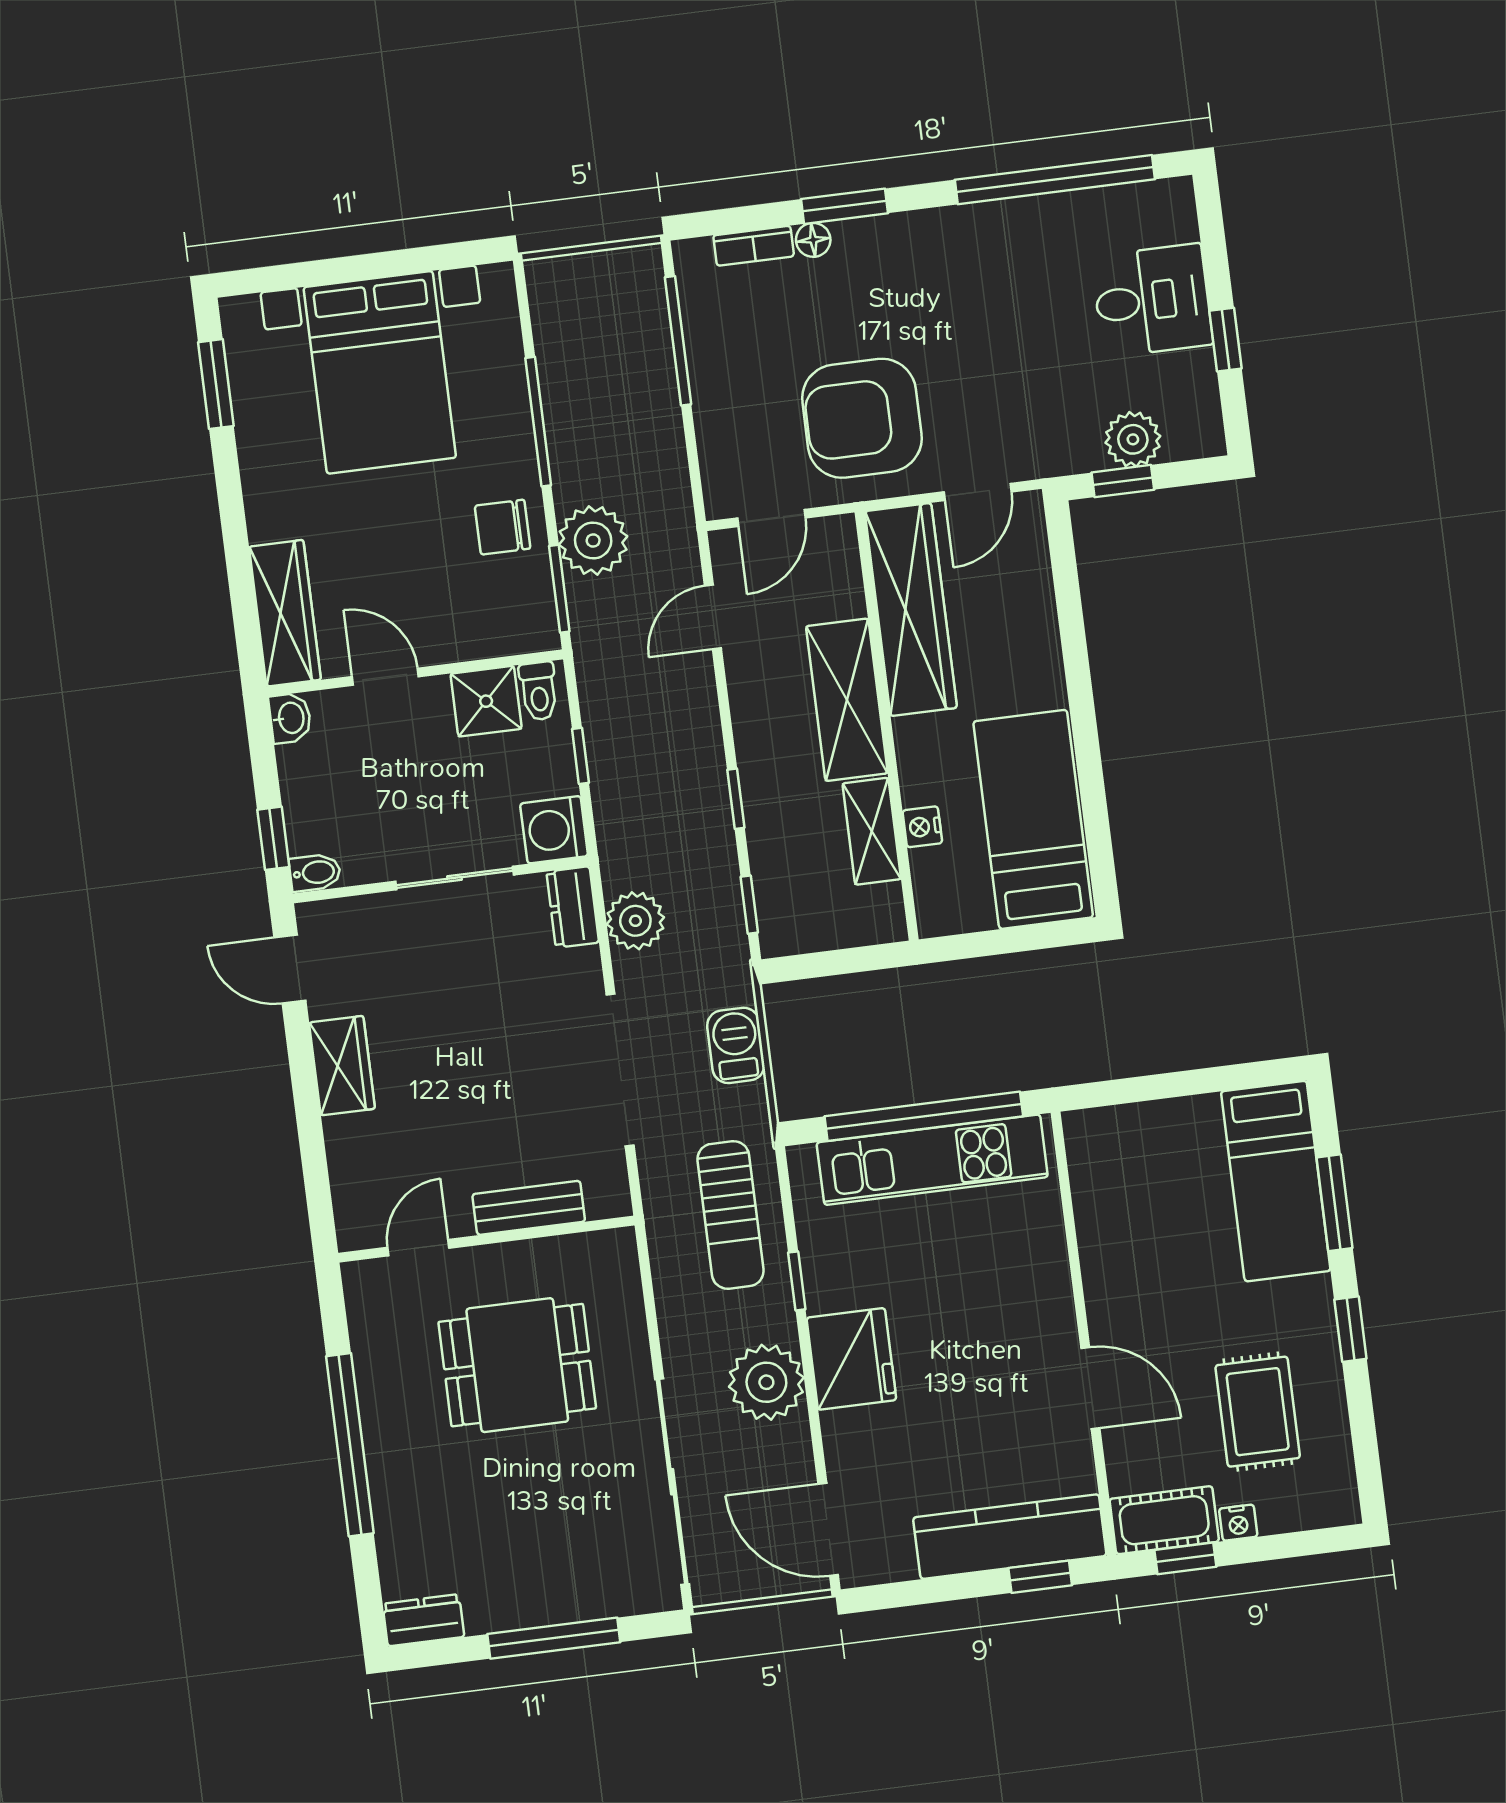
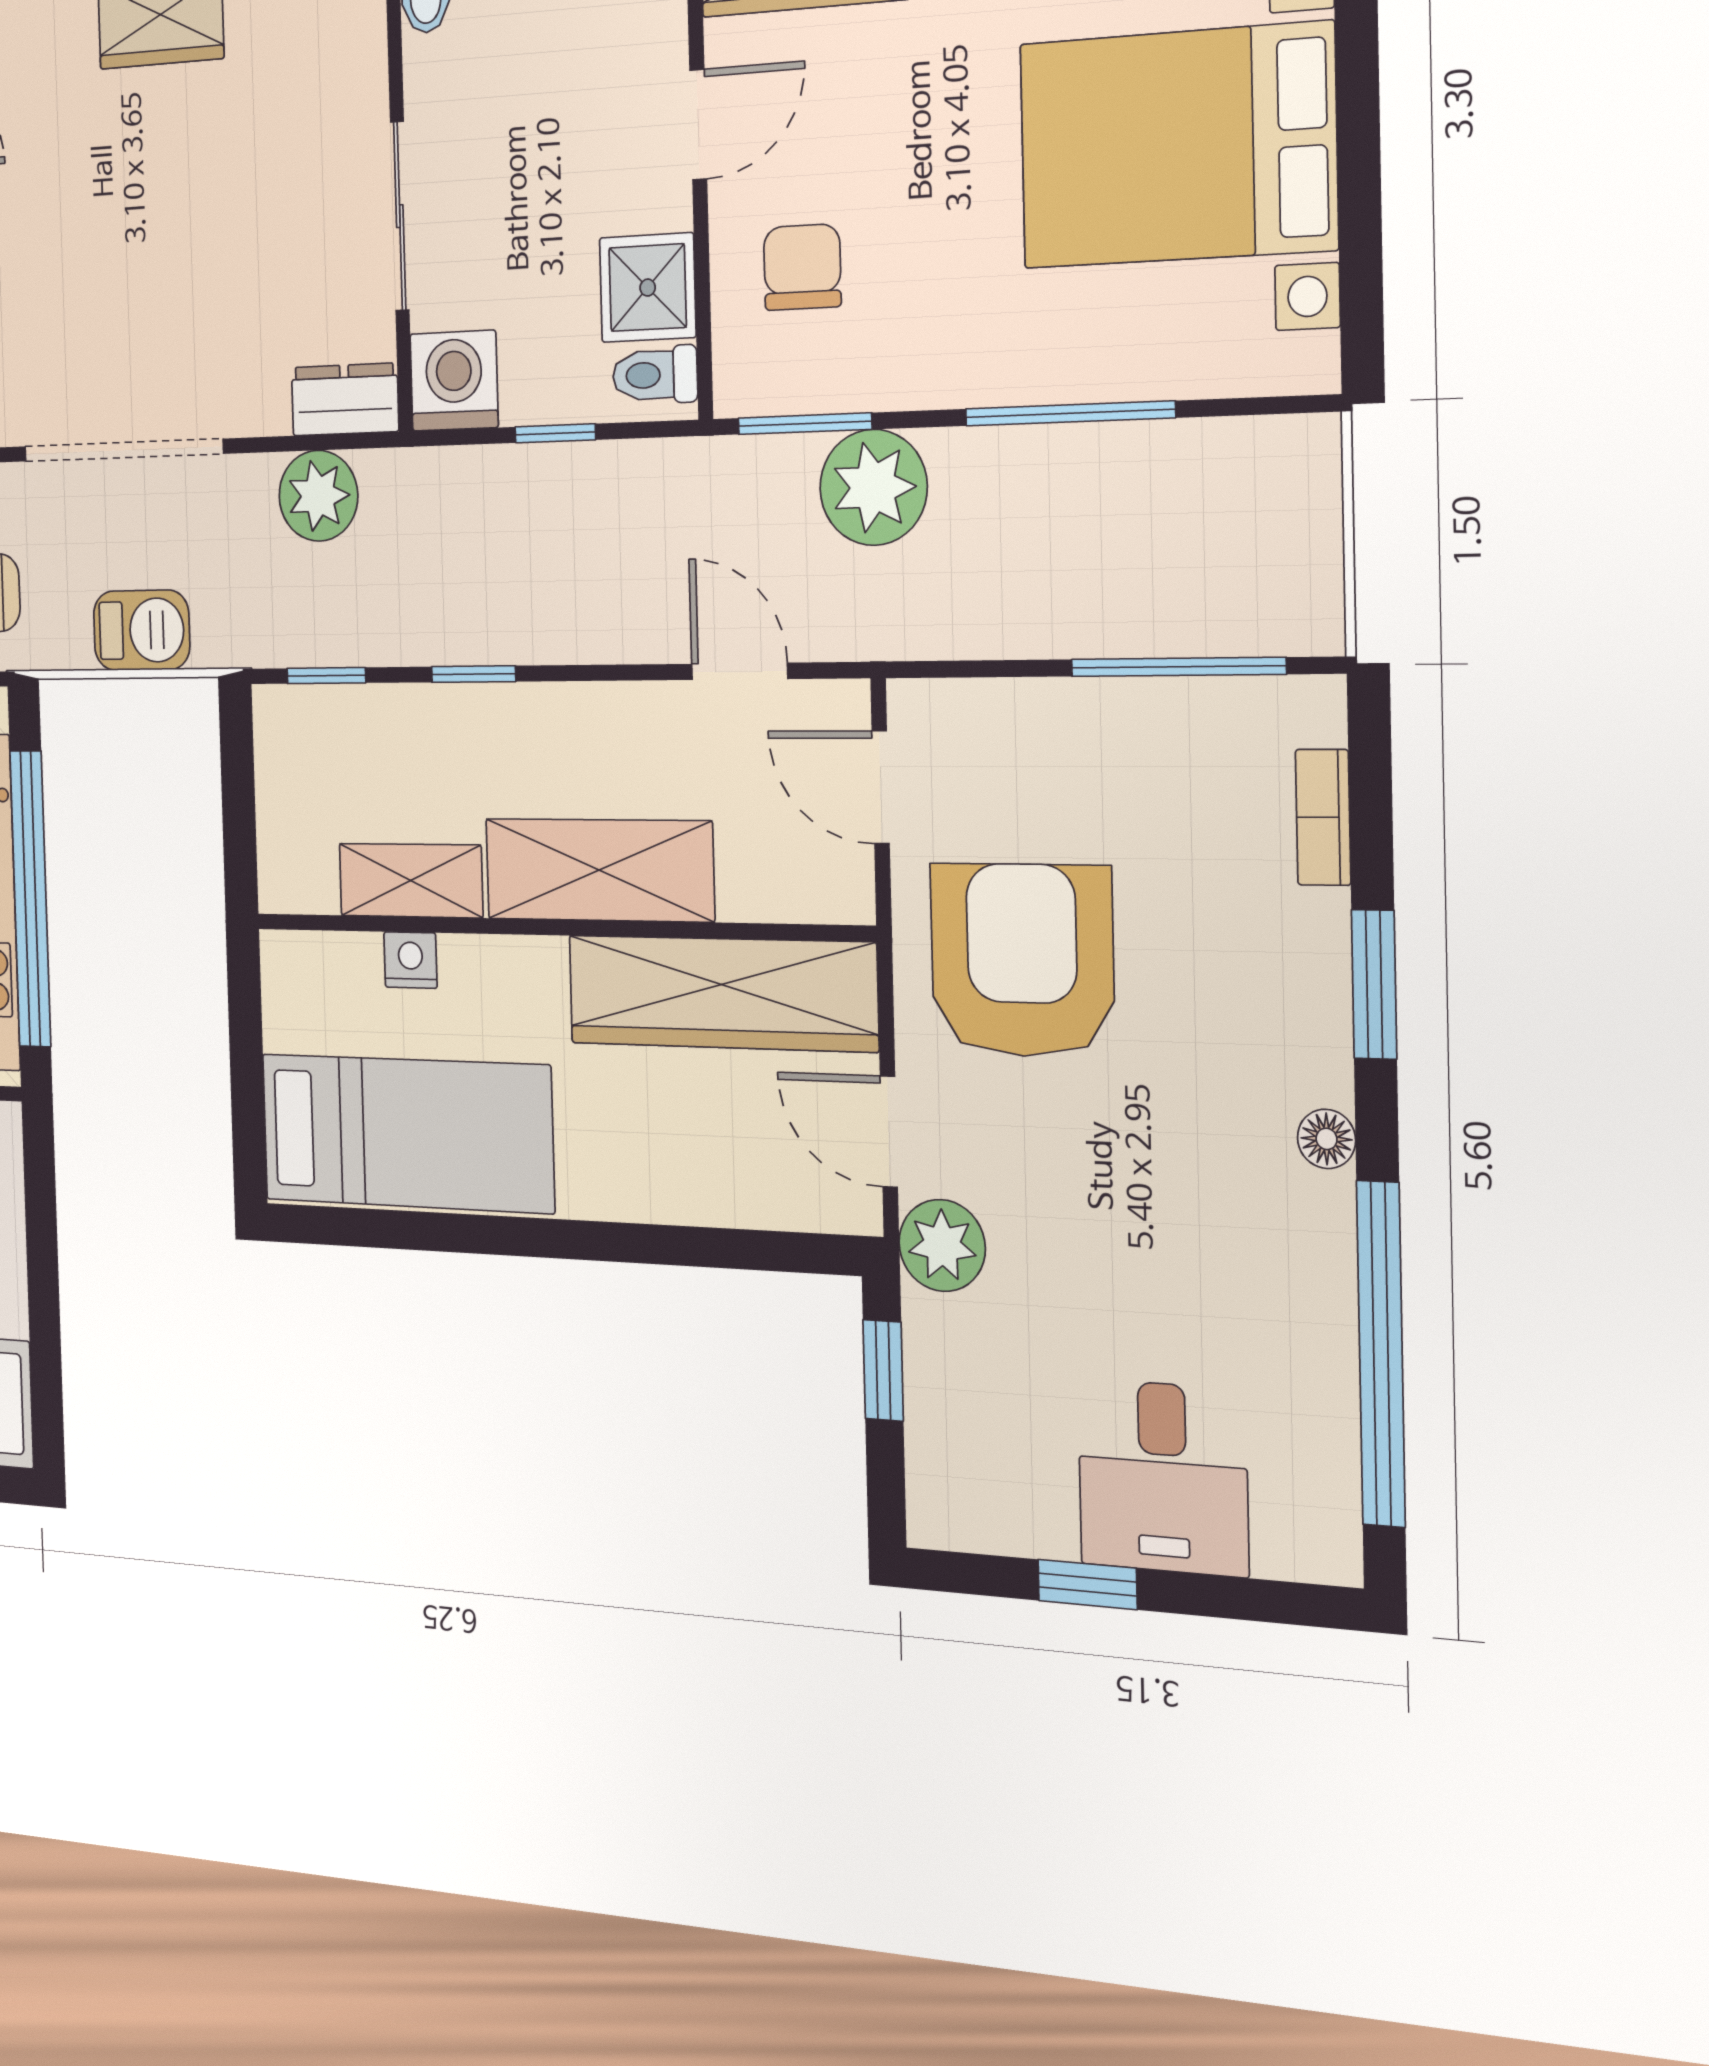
floor lamp: (813, 240) -> (1327, 1139), moved
plant: (1133, 439) -> (942, 1245), moved
chair: (503, 527) -> (802, 267), moved

